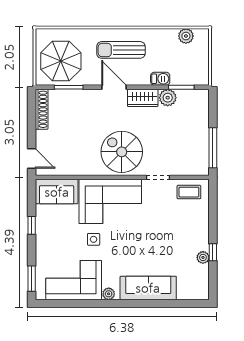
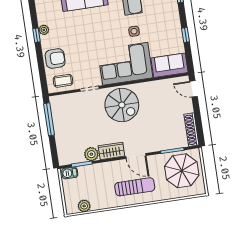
barbecue: (160, 79) -> (70, 173), moved
armchair: (194, 221) -> (55, 59), added

